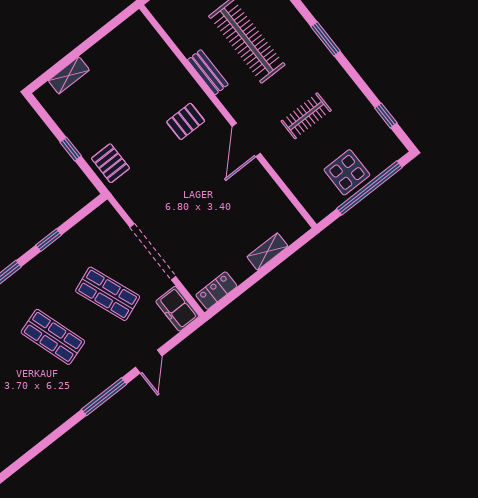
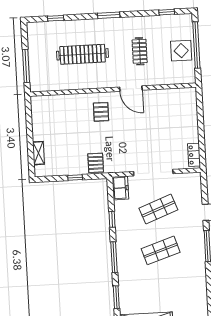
bench: (208, 72) -> (85, 84), removed
pallet: (111, 163) -> (96, 163), turned 90
shelving: (267, 252) -> (193, 117), removed
freezer: (177, 309) -> (120, 188), moved, turned -90

